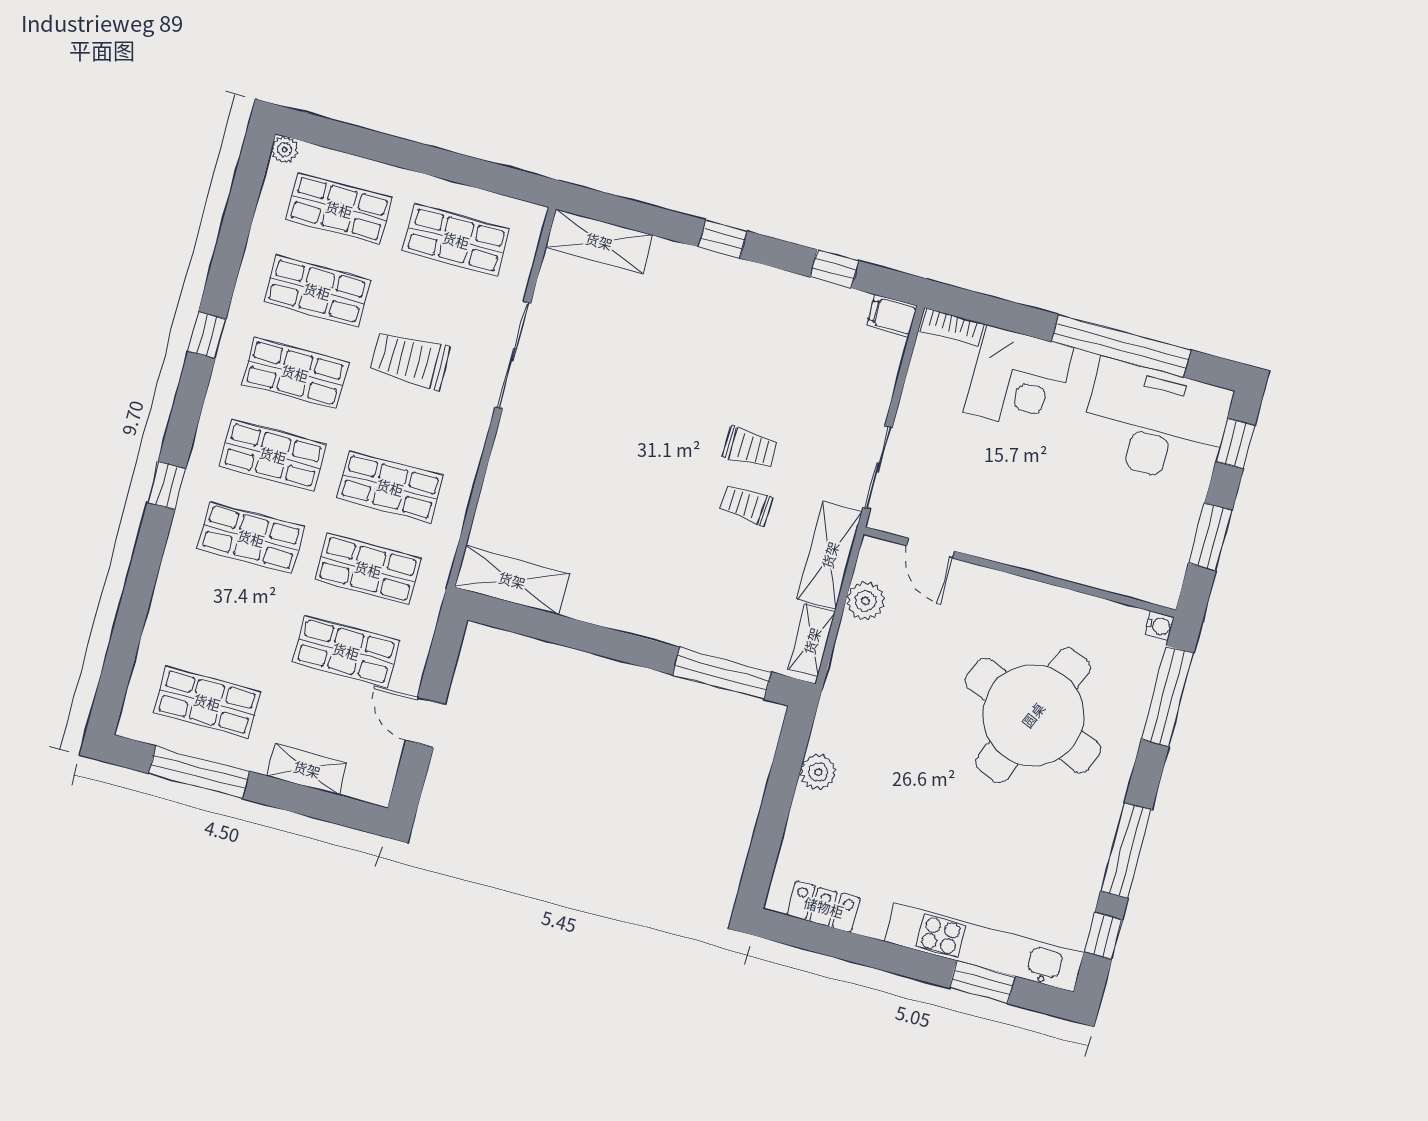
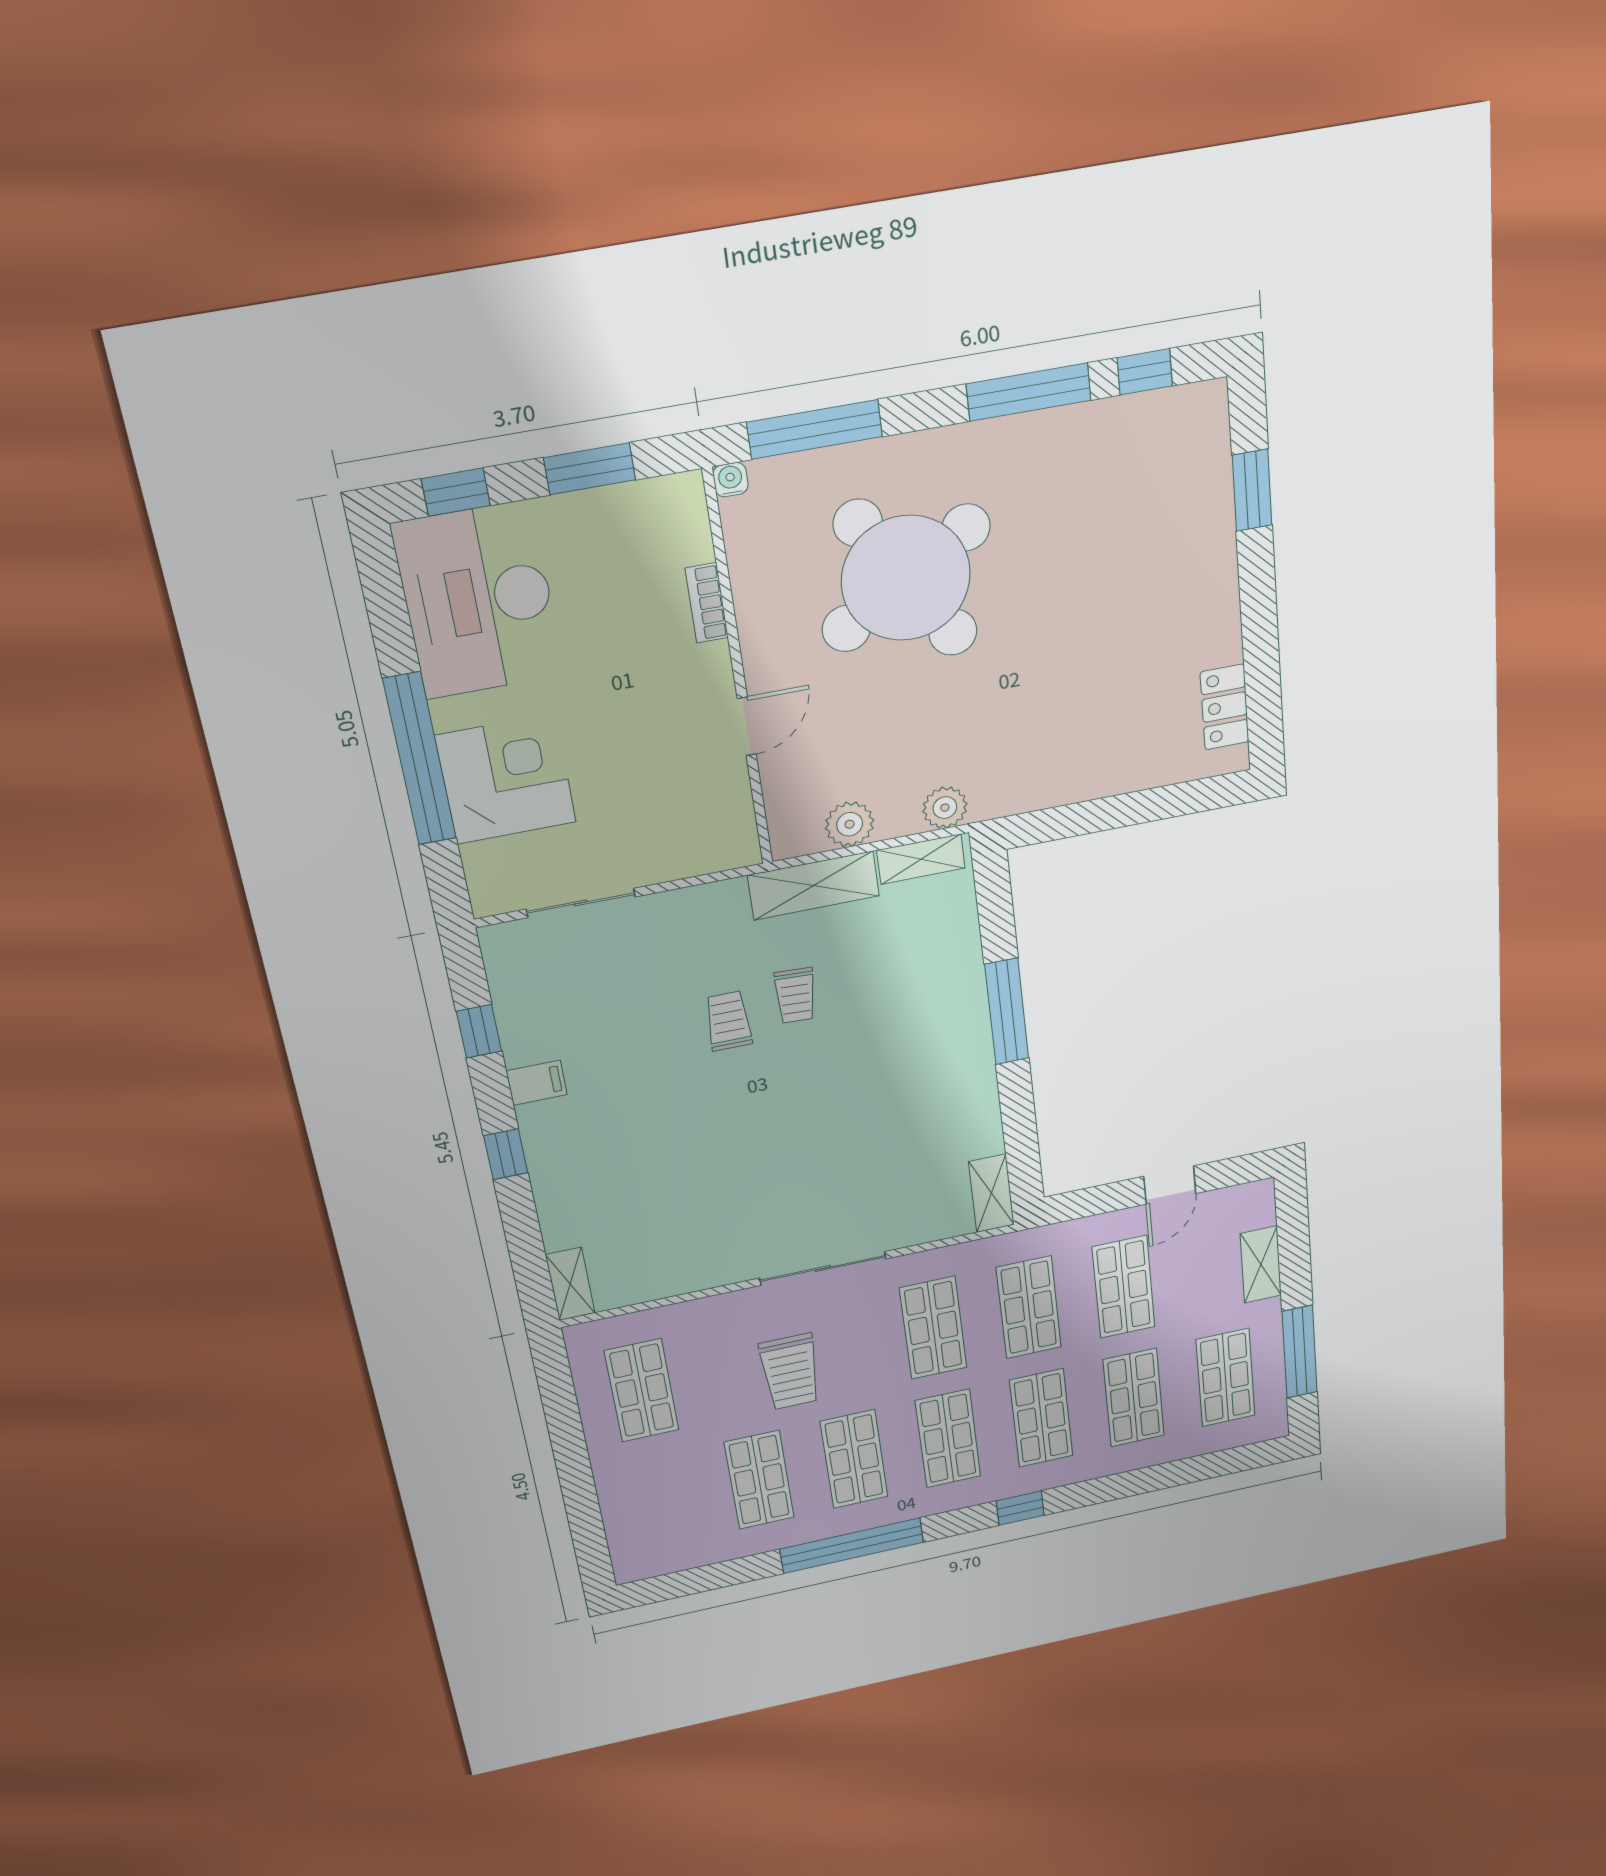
plant: (285, 150) -> (628, 1571), removed
shop shelf: (339, 209) -> (1134, 1398), moved
shelving: (599, 241) -> (570, 1284), width x0.67, depth x0.75
filing cabinet: (892, 316) -> (537, 1083), moved, turned -90
bookcase: (952, 327) -> (707, 603), moved, turned 180
window: (207, 335) -> (852, 1546), width x3.17
window: (1121, 346) -> (420, 759), moved
sliding door: (513, 355) -> (823, 1268), moved
sliding door: (878, 467) -> (581, 903), moved
door: (931, 548) -> (747, 726), moved
shelving: (512, 580) -> (991, 1193), width x0.67, depth x0.75
window: (722, 673) -> (1007, 1012), moved
round table: (1033, 715) -> (906, 578), turned 35
plant: (818, 772) -> (945, 808), moved
kitchen unit: (984, 947) -> (1209, 507), removed

